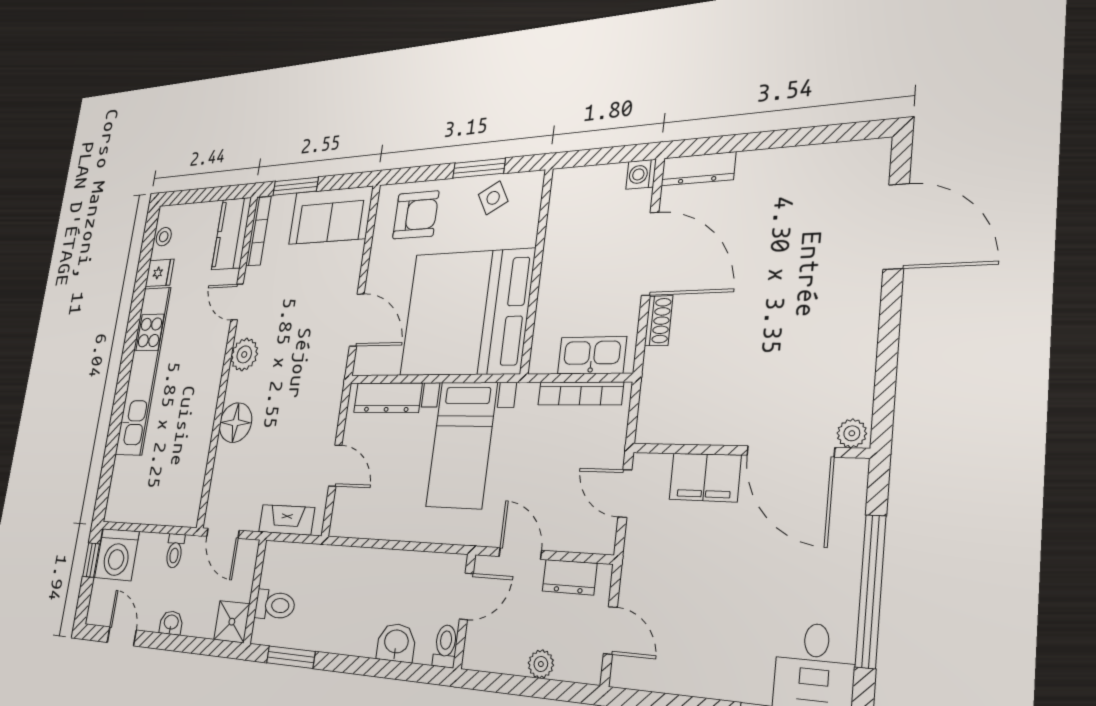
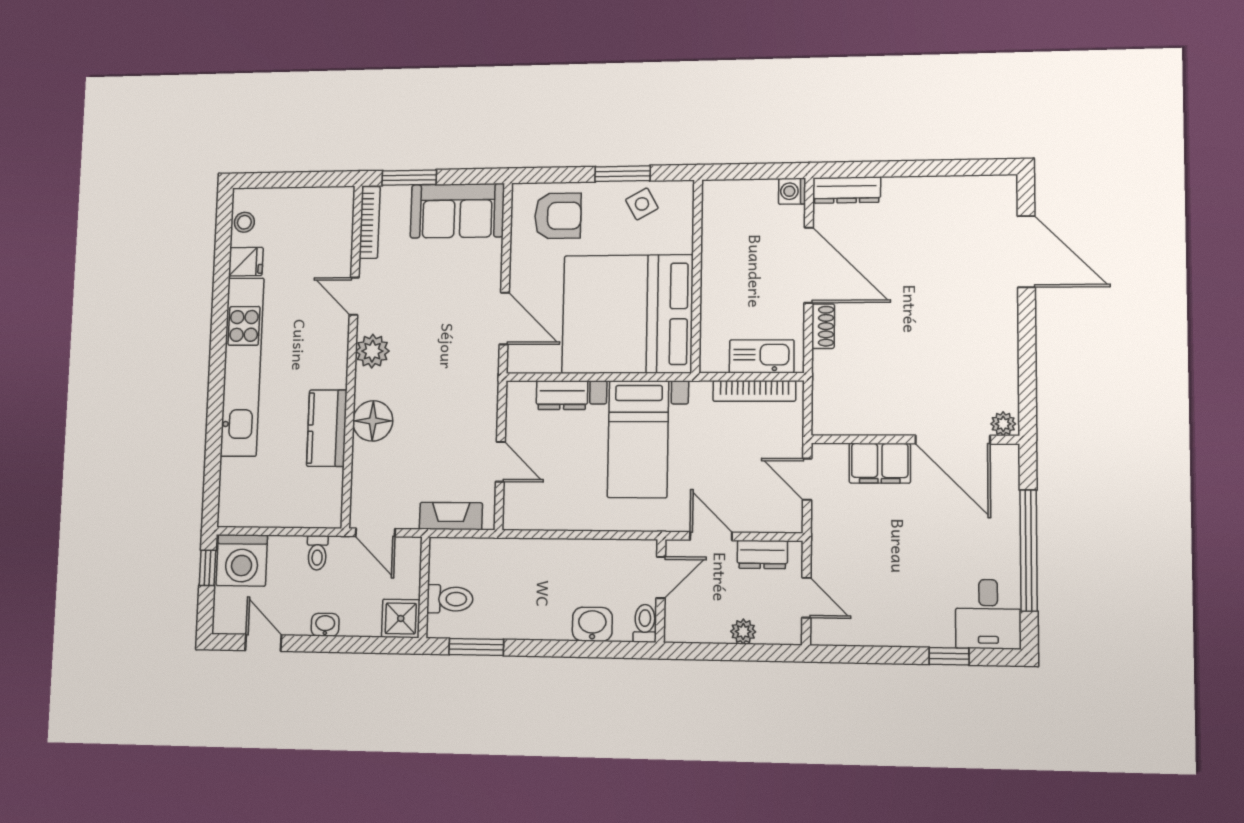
kitchen counter: (231, 234) -> (327, 428), moved
dresser: (388, 398) -> (562, 395), width x0.70

